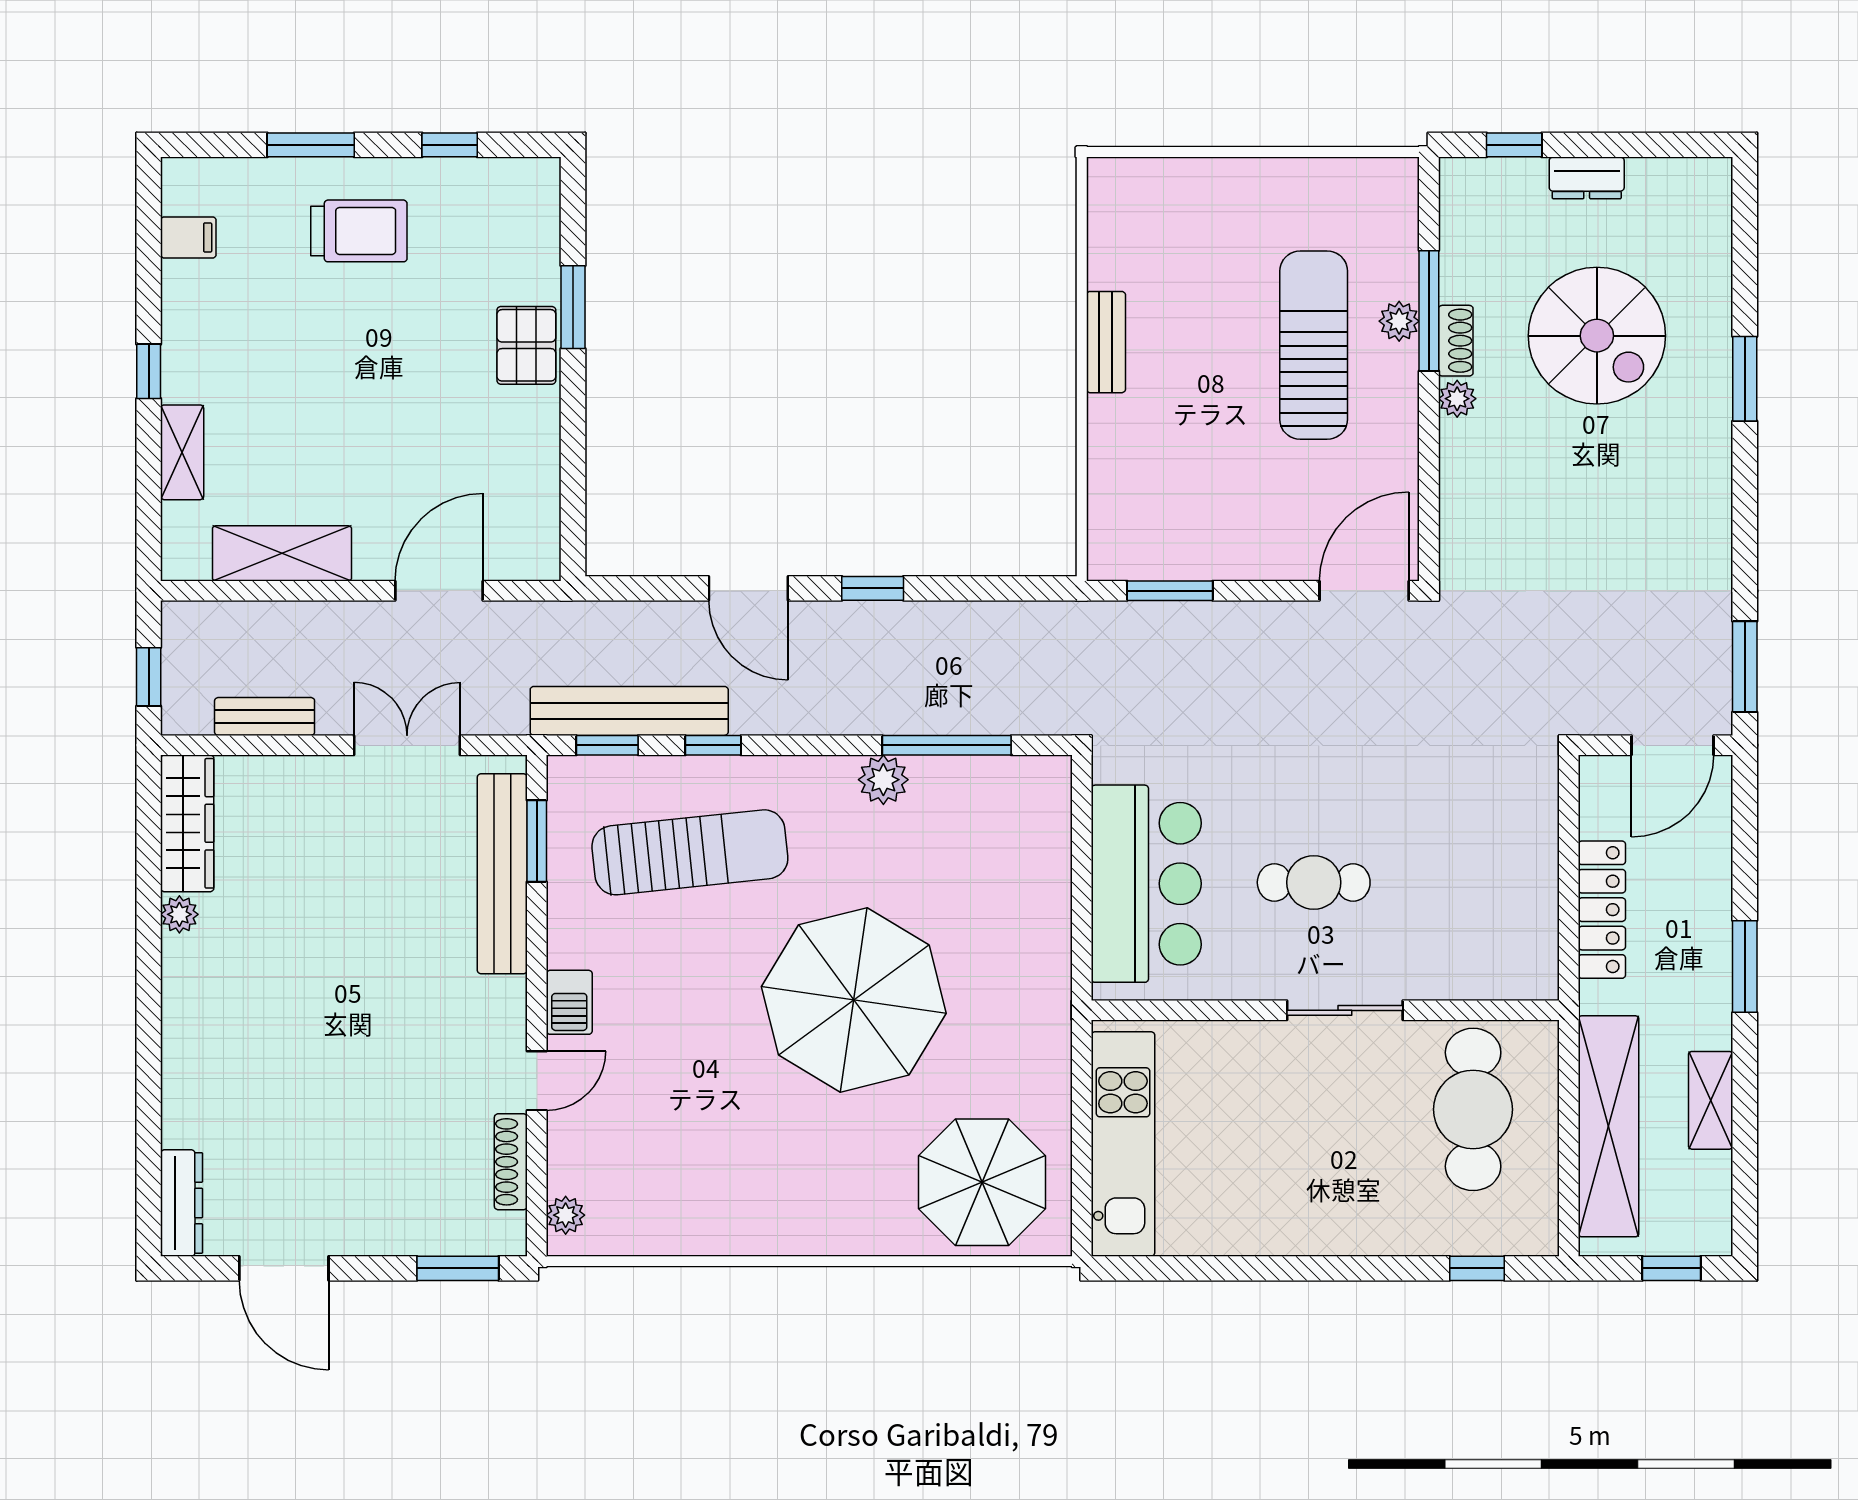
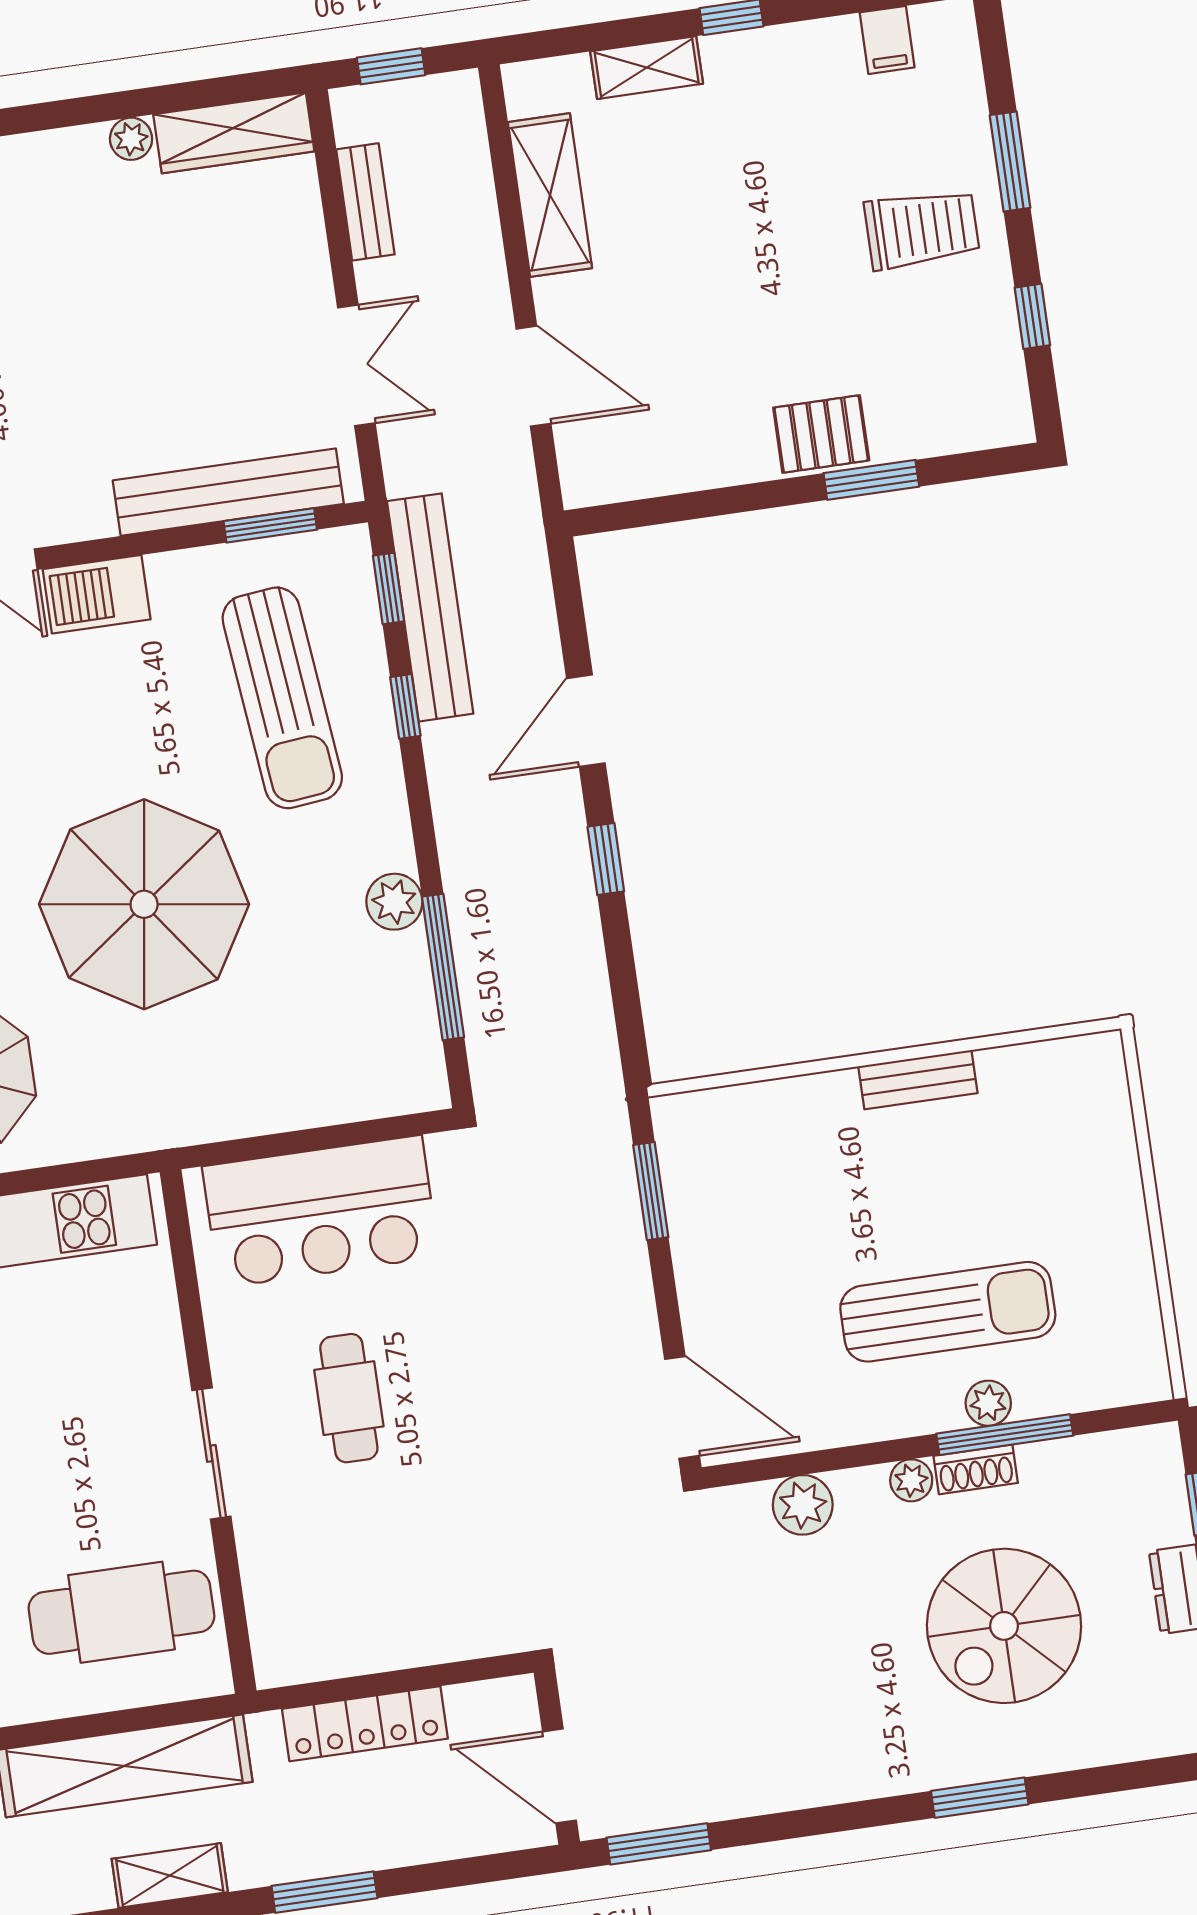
trolley: (359, 231) -> (922, 229), turned -90
plant: (1465, 497) -> (803, 1505), added
barbecue: (569, 1002) -> (97, 594), width x1.38, depth x1.27

